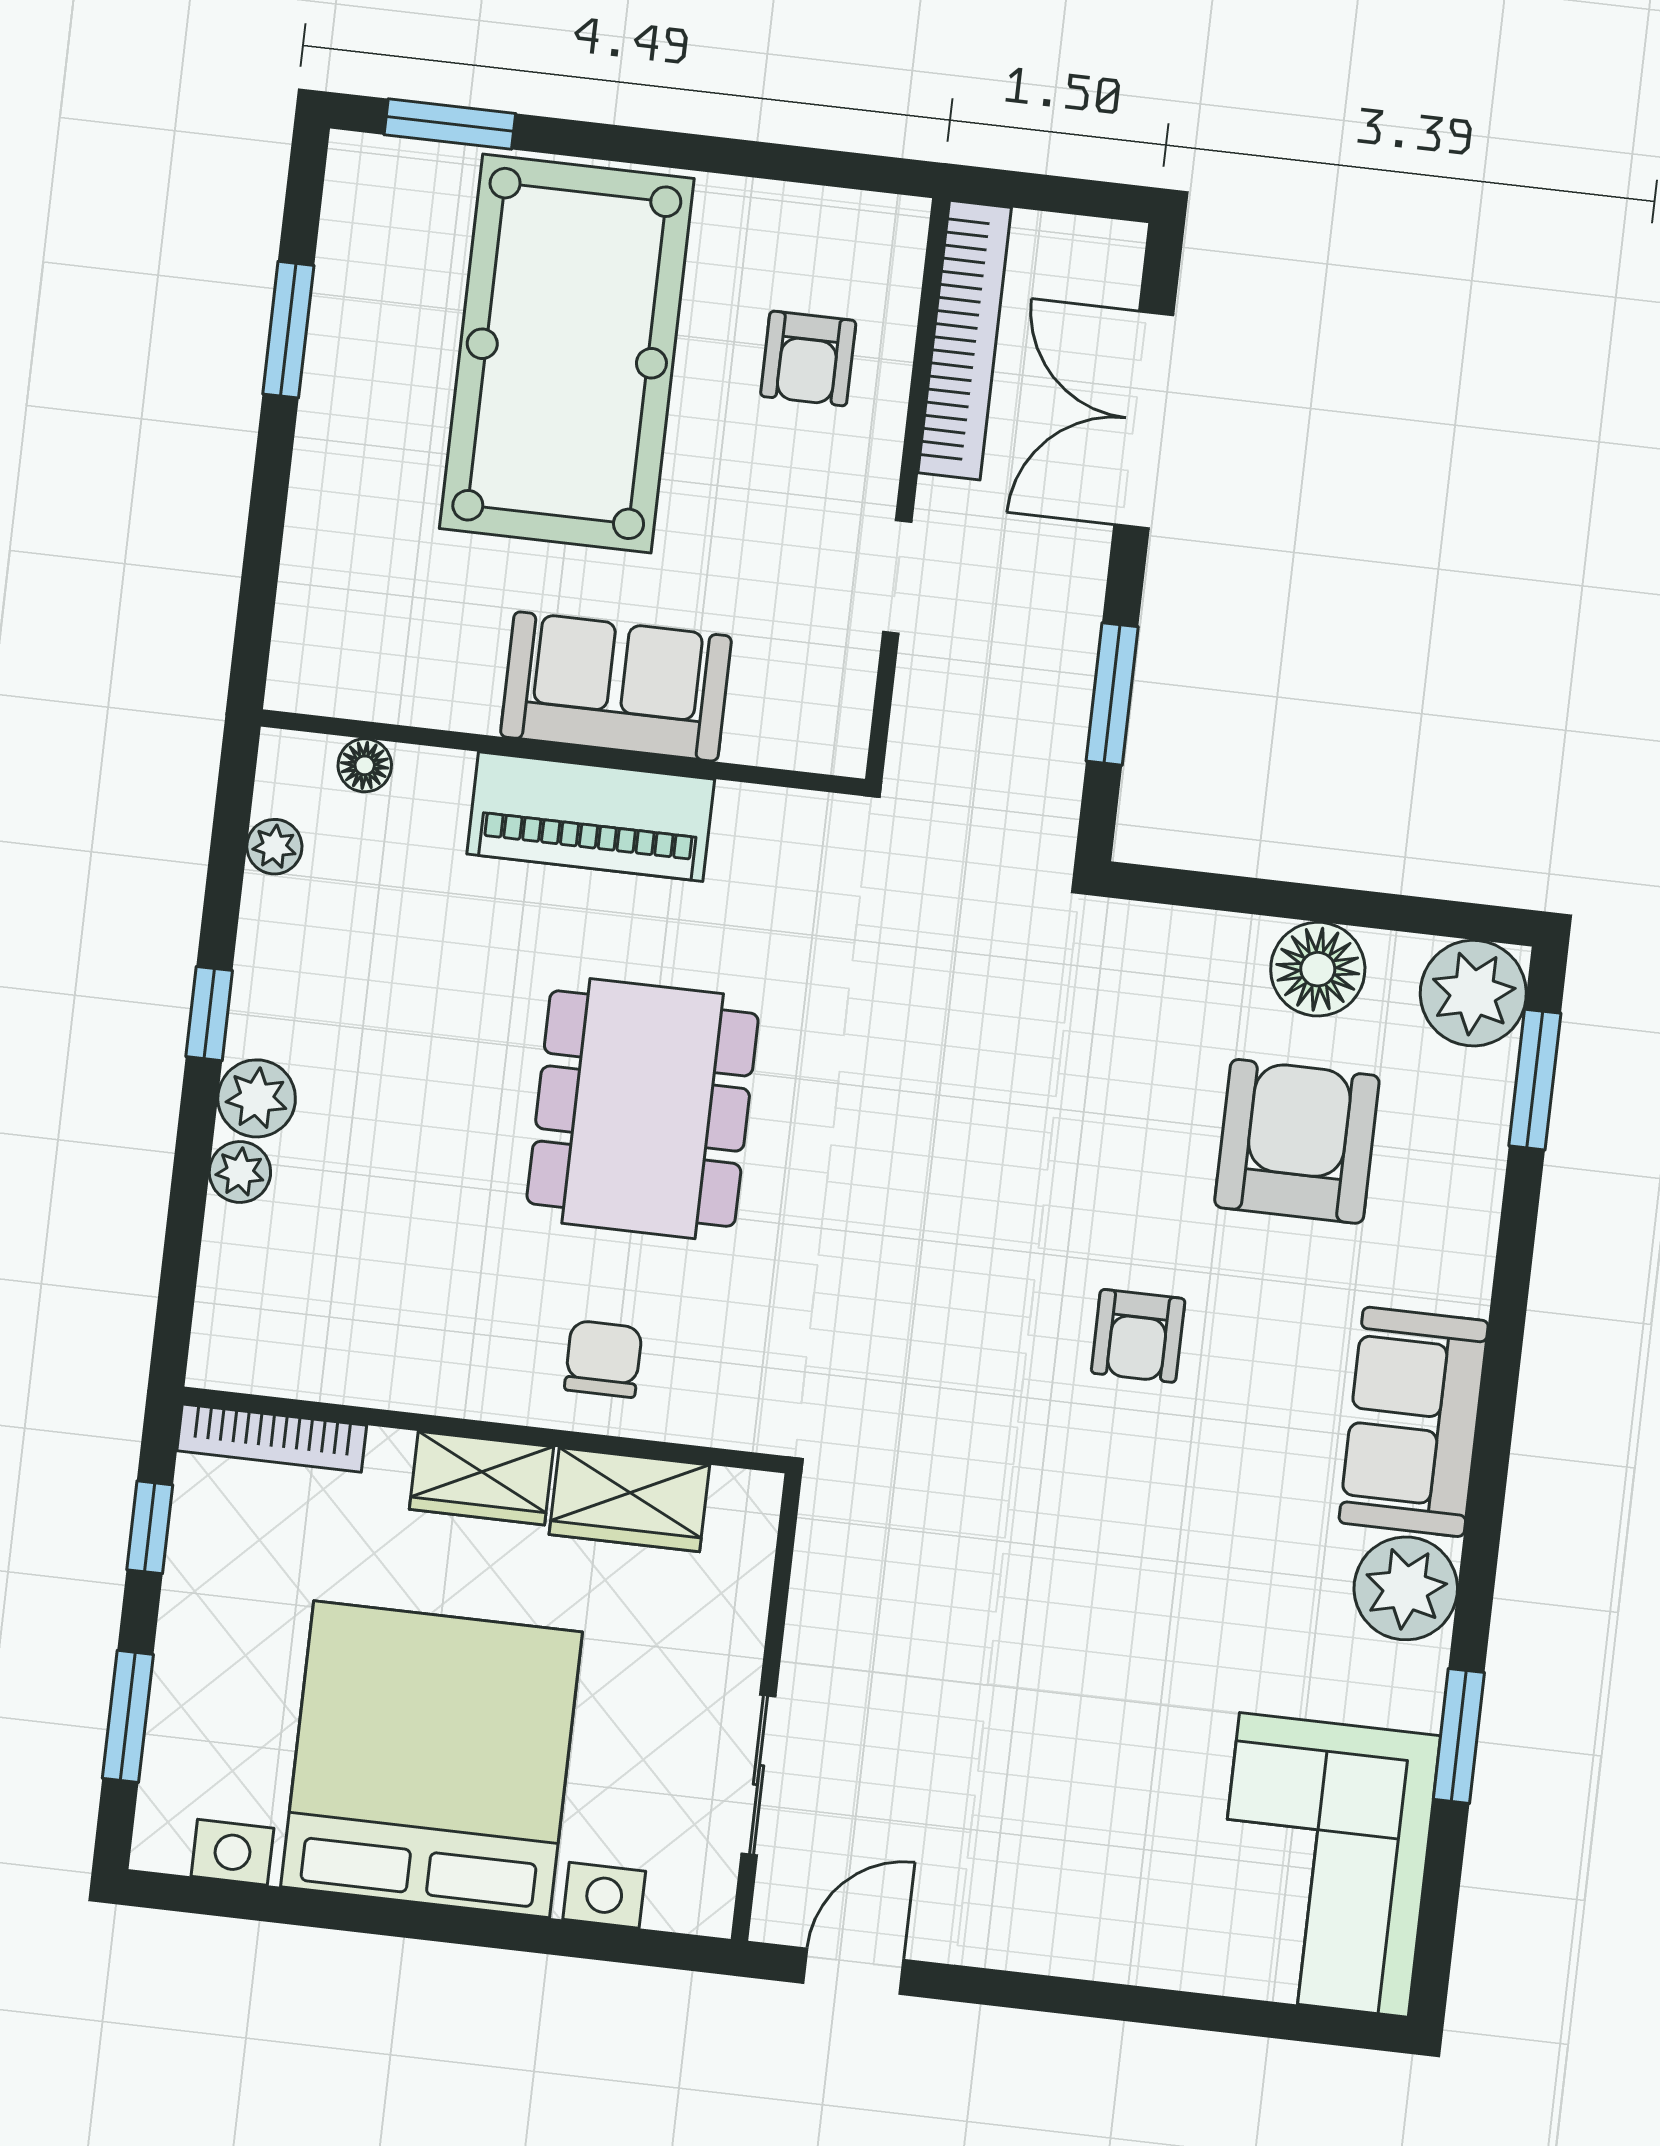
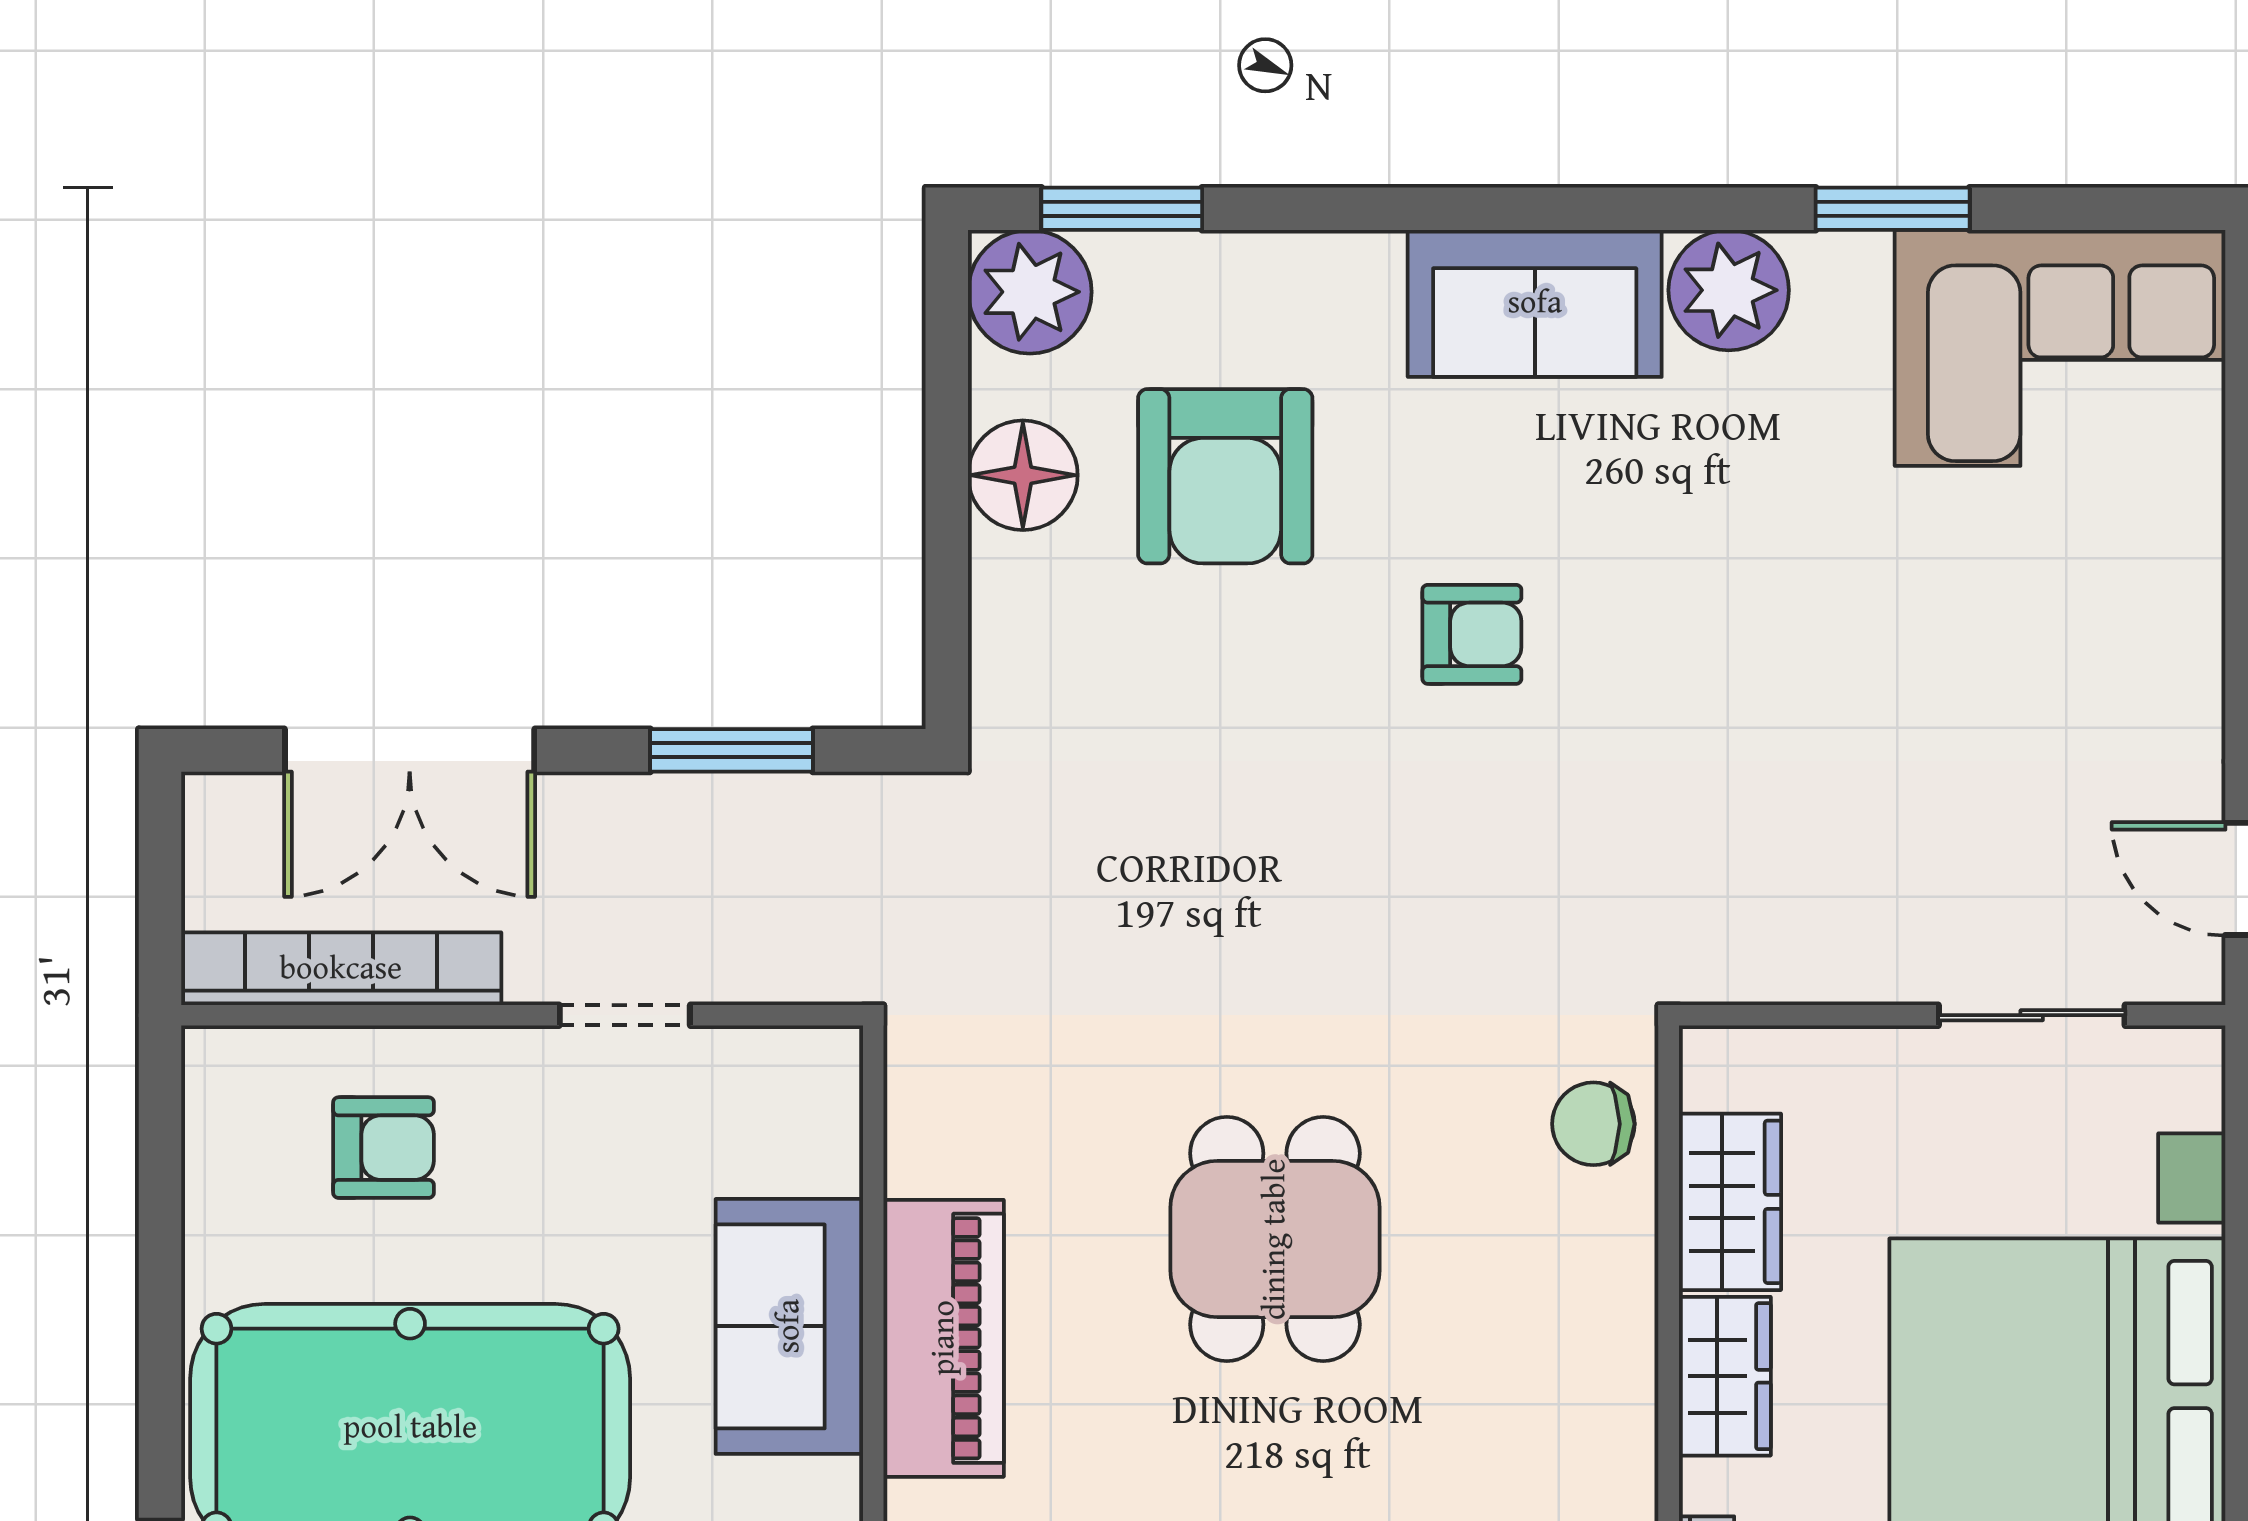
dining table: (643, 1109) -> (1275, 1239), width x0.73
armchair: (1297, 1141) -> (1225, 476), turned -90
chair: (603, 1359) -> (1593, 1124), moved

